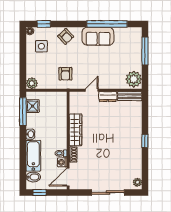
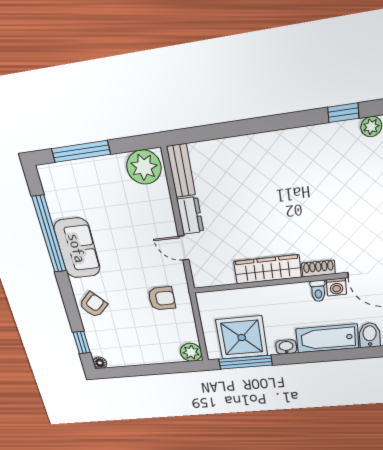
side table: (41, 46) -> (121, 343), removed
shower: (33, 106) -> (242, 338), width x1.86, depth x1.86
window: (145, 141) -> (343, 113), moved

